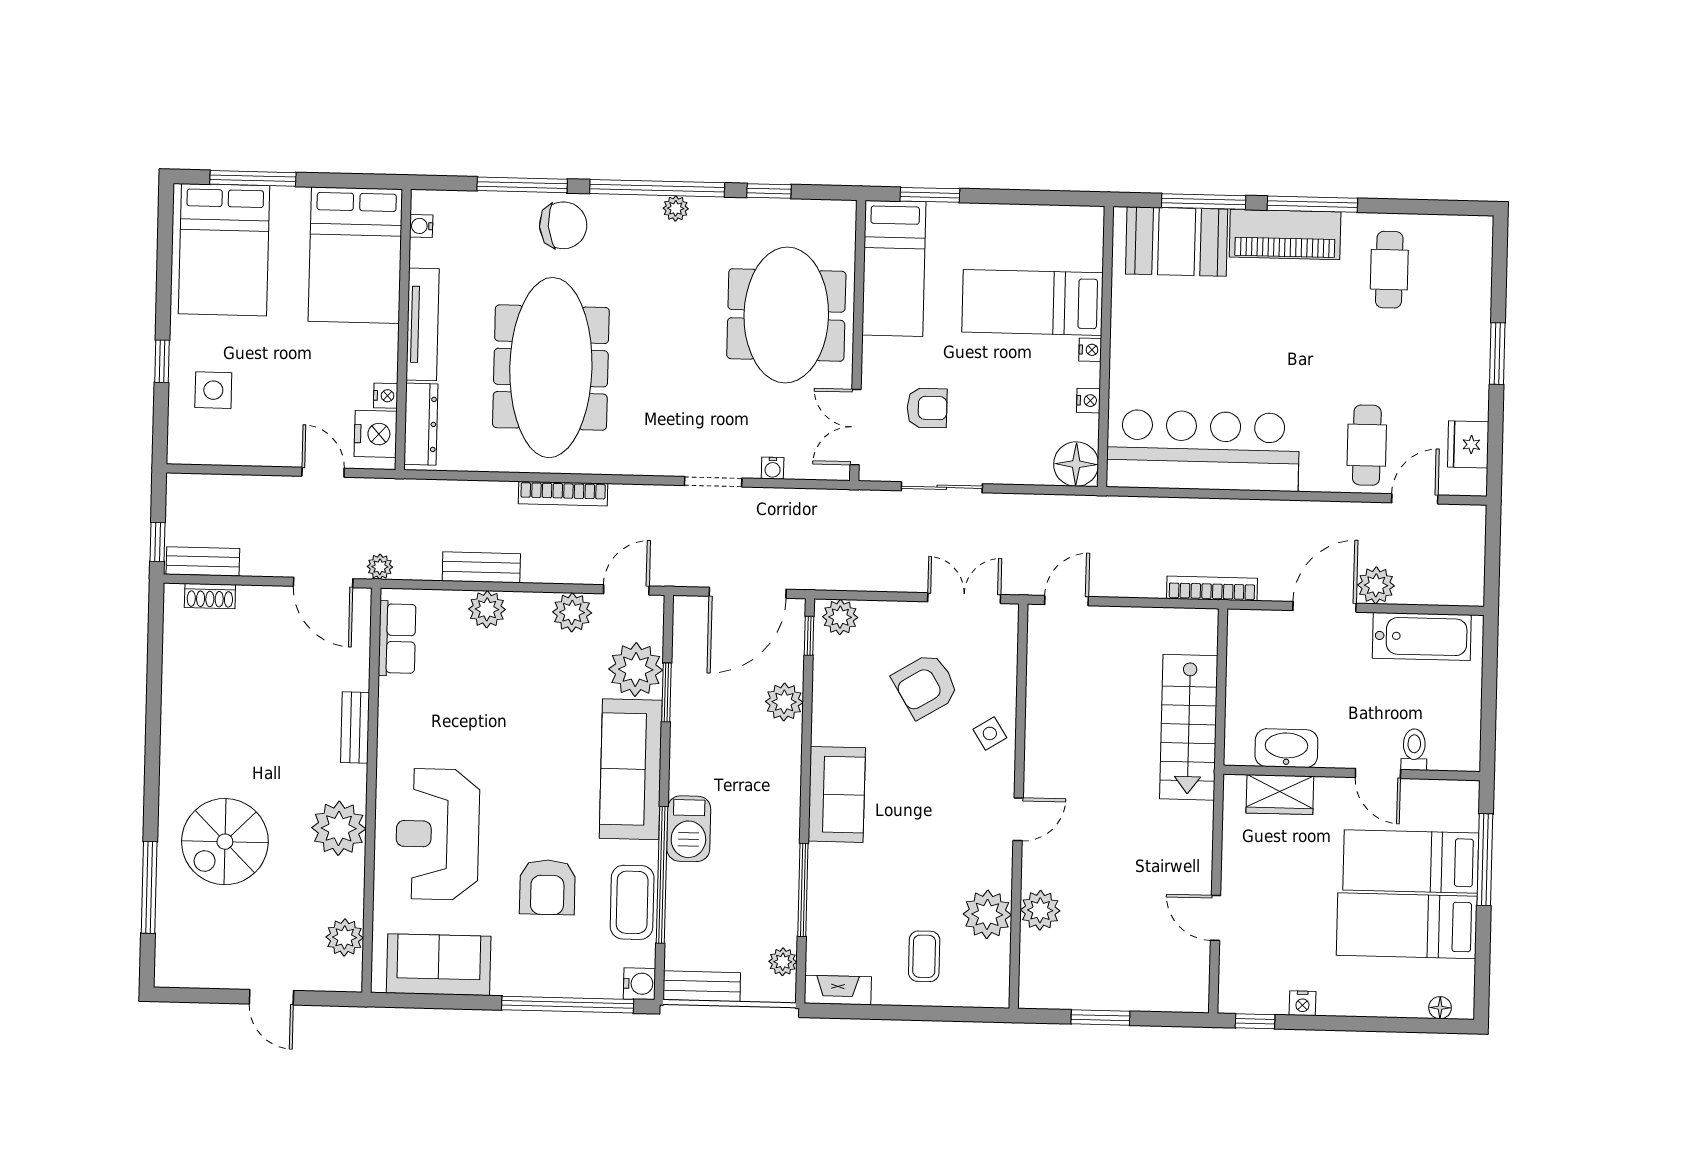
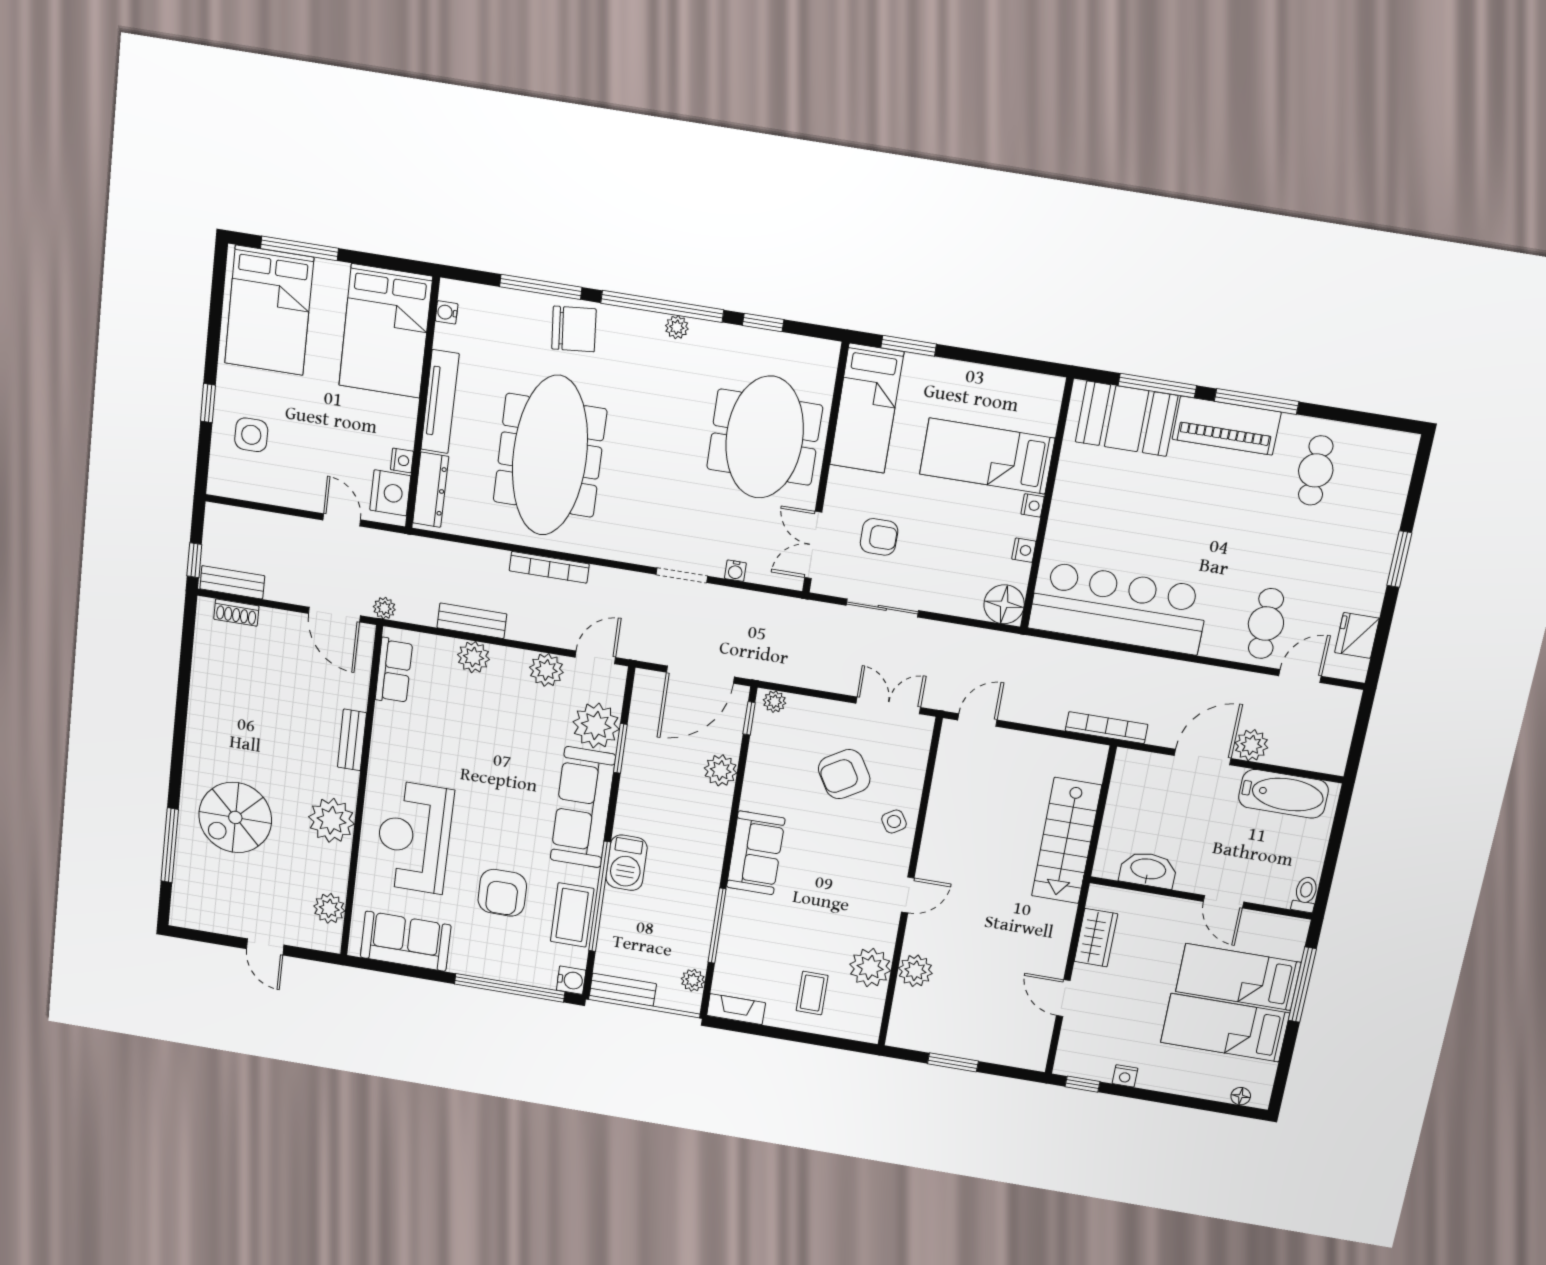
plant: (840, 617) -> (775, 702), width x0.73, depth x0.73
toilet: (1414, 750) -> (1305, 894), moved
wardrobe: (1280, 795) -> (1096, 938), moved, turned -90

